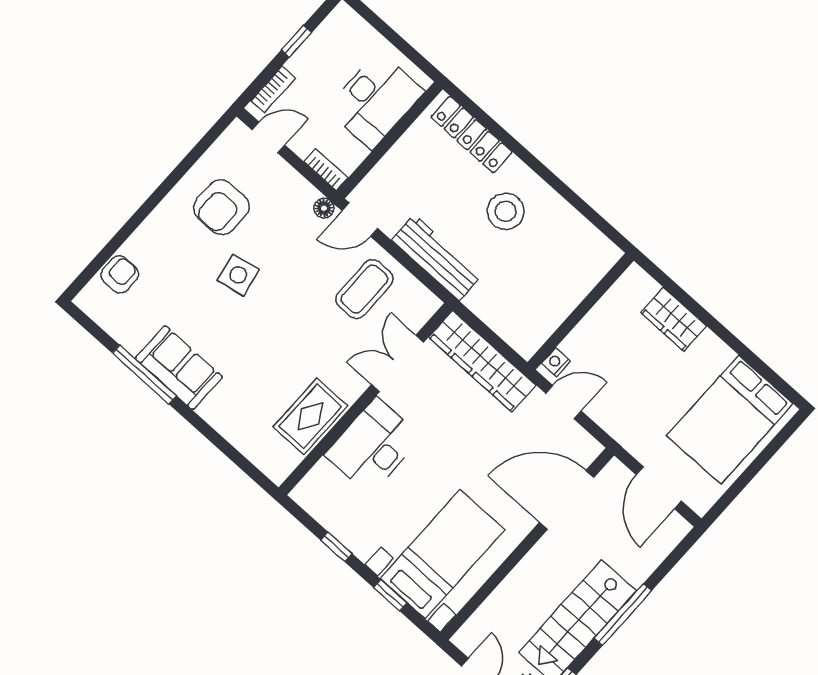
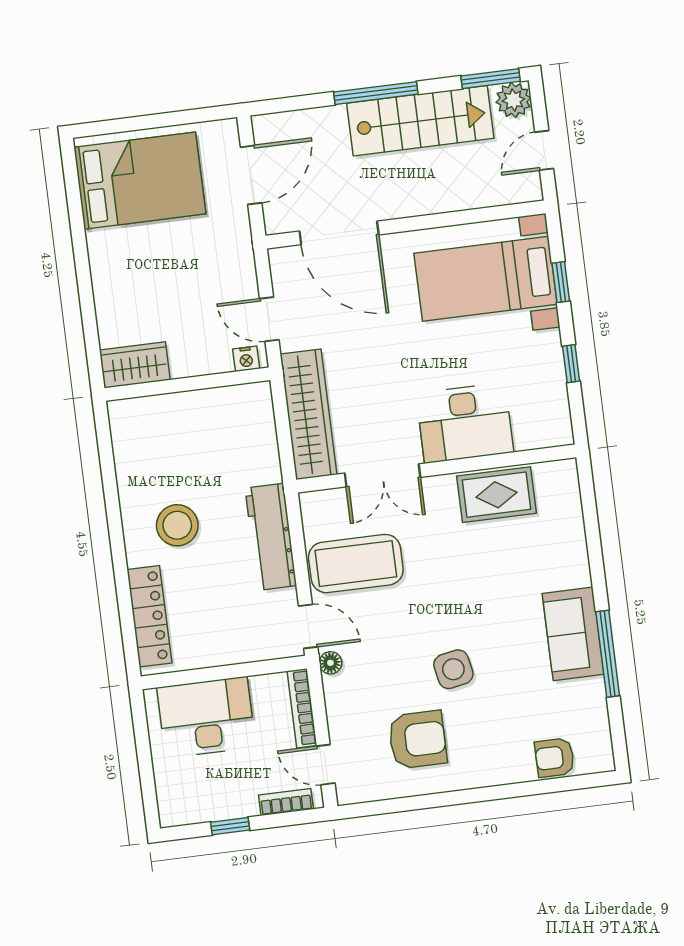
bookcase: (326, 170) -> (302, 708), width x1.56
coffee table: (364, 289) -> (356, 564), width x1.36, depth x1.32
wardrobe: (674, 319) -> (135, 365), moved, turned -90

